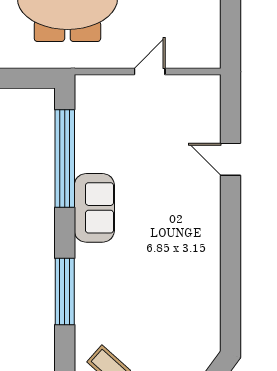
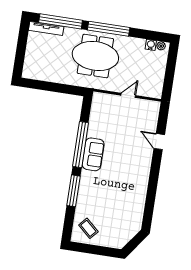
window: (65, 158) -> (81, 145), moved

